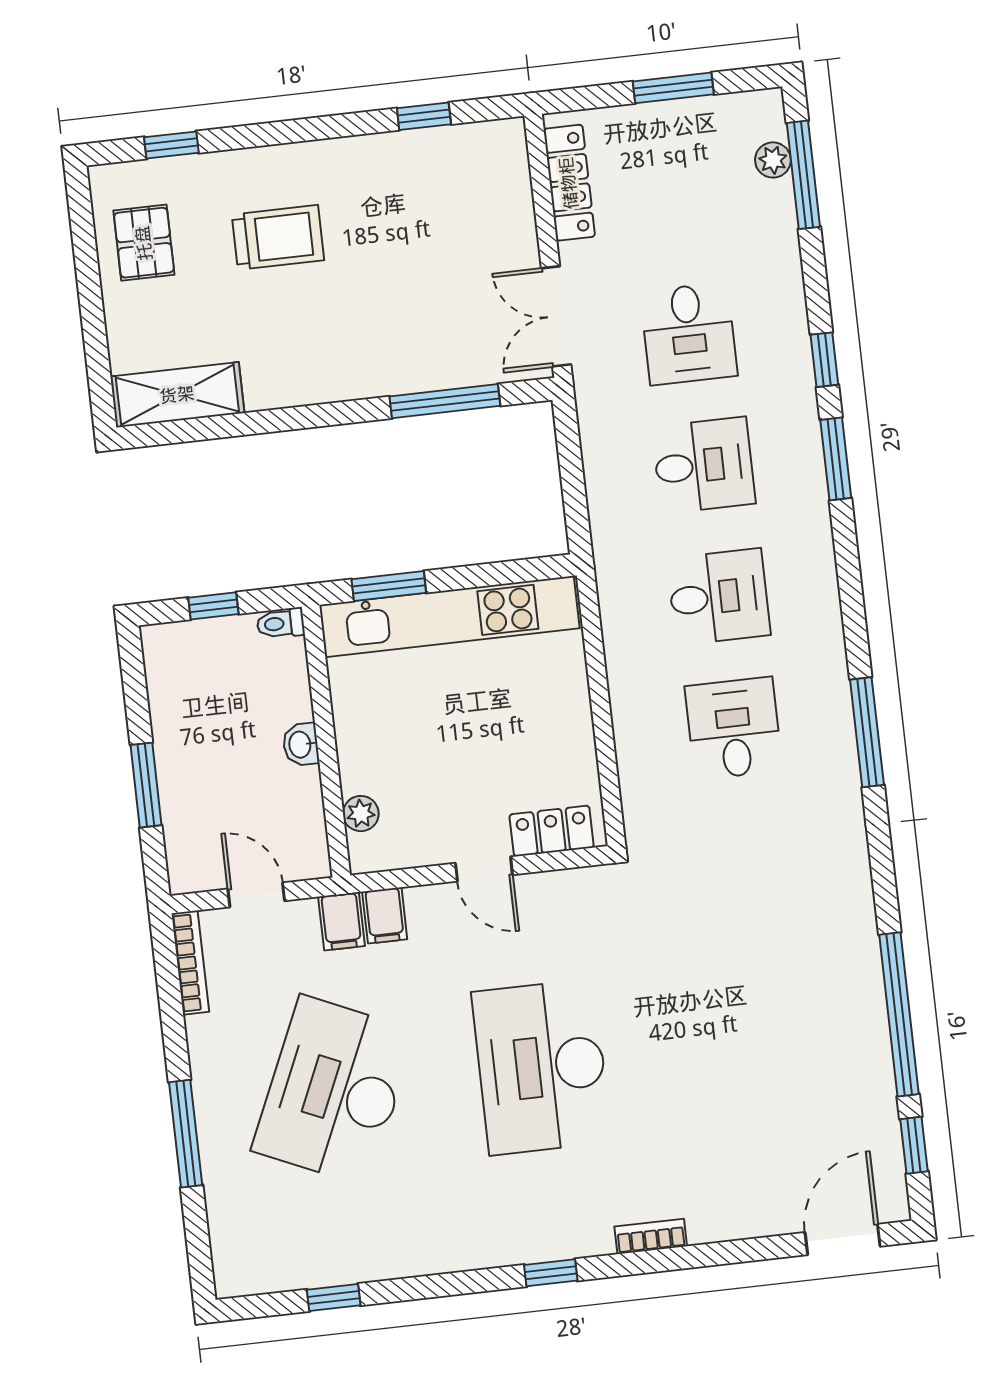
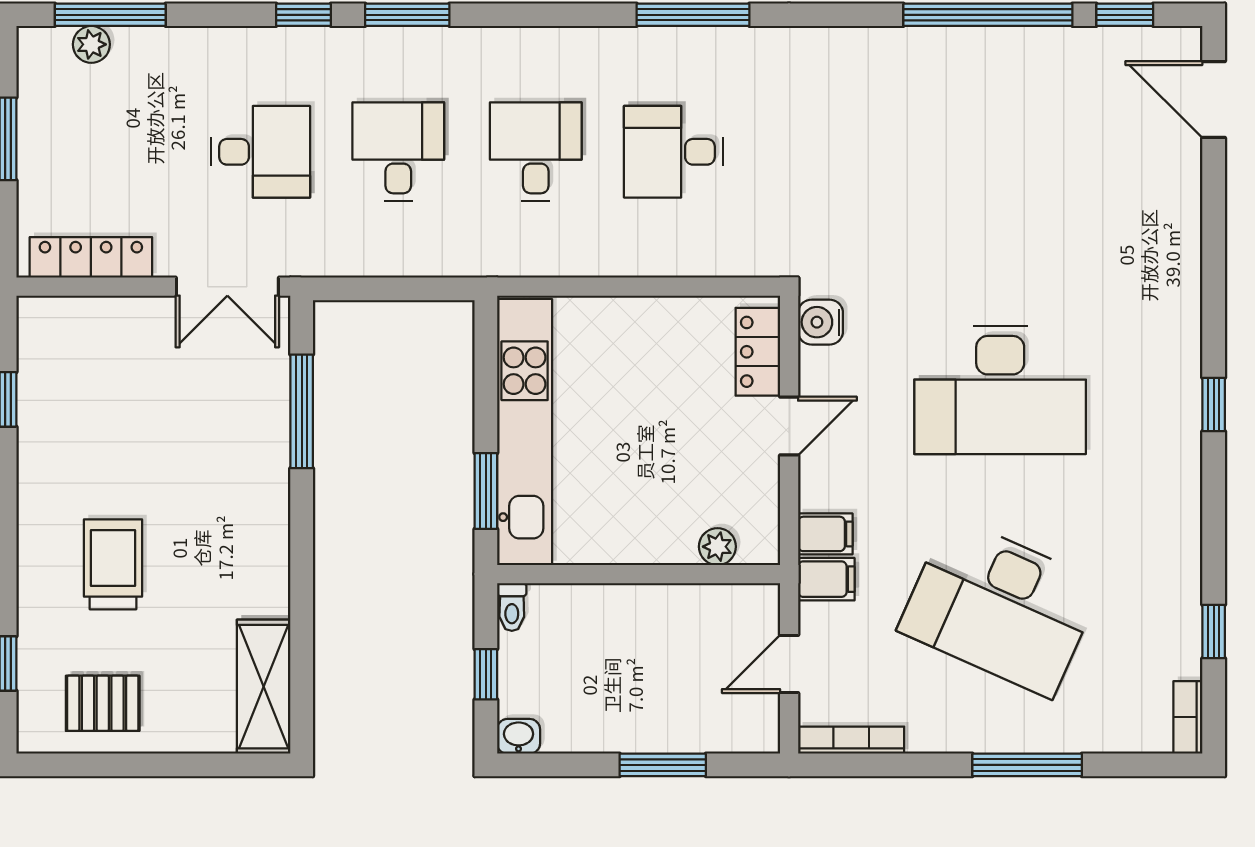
washbasin: (301, 745) -> (519, 736), moved, turned 180
water cooler: (587, 888) -> (821, 322), added
bookcase: (651, 1236) -> (1188, 717), moved

